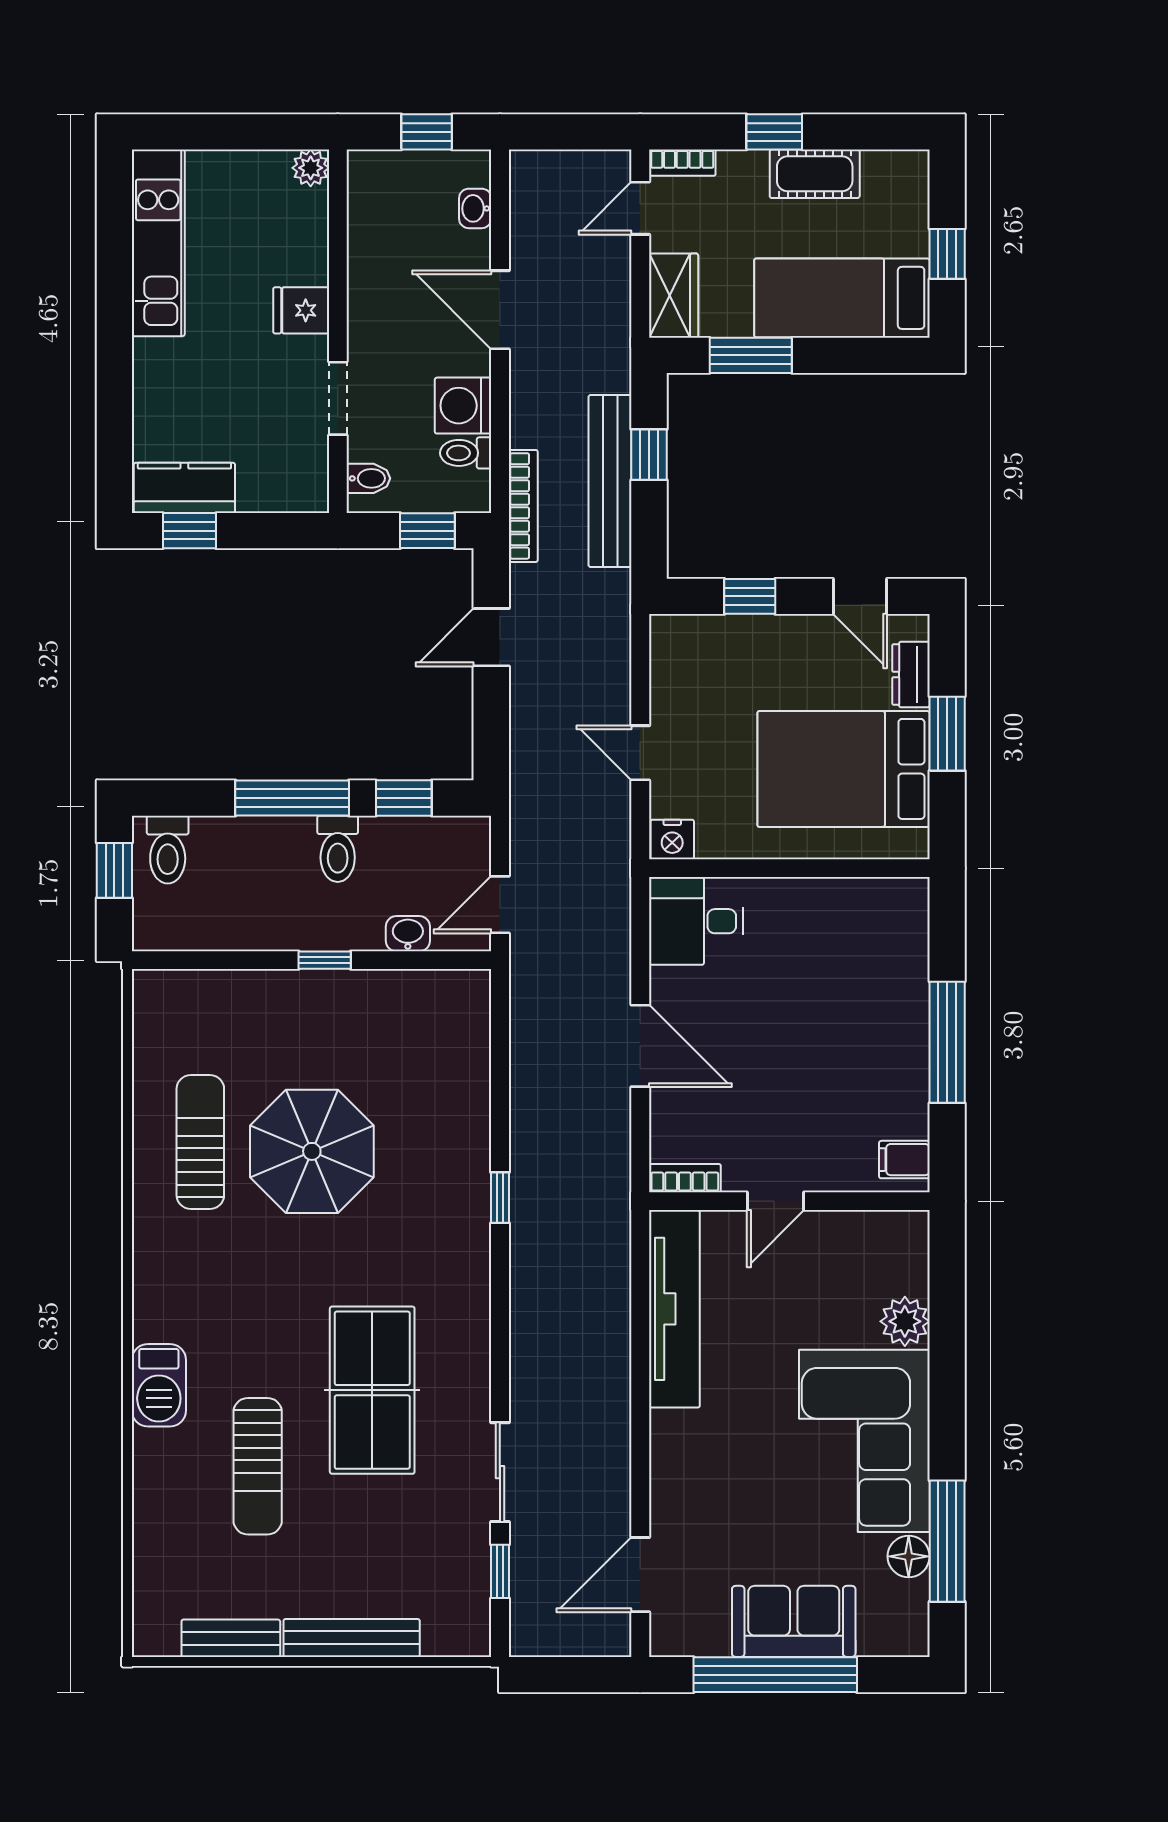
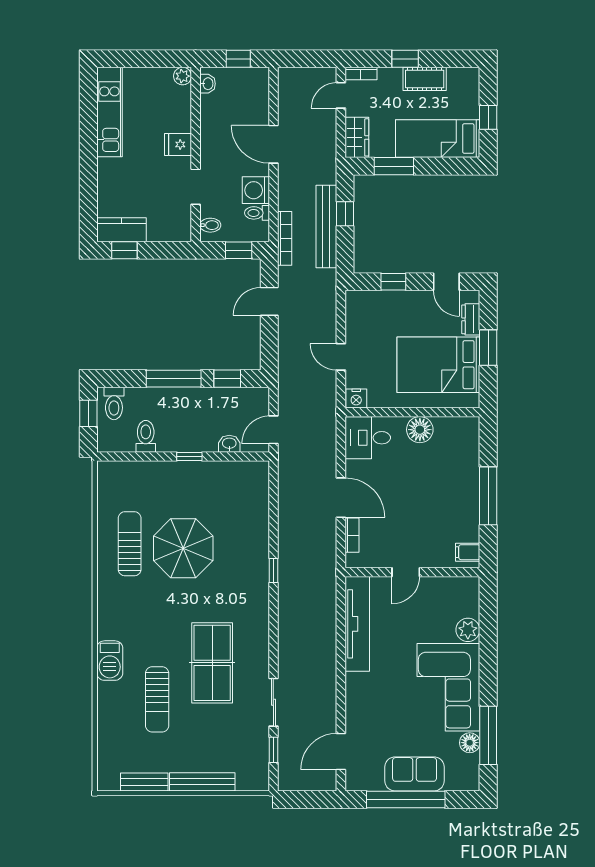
washbasin: (475, 208) -> (208, 84), moved, turned 180
toilet: (338, 849) -> (146, 436), moved, turned 180
floor lamp: (805, 904) -> (420, 430), added
bookcase: (685, 1178) -> (352, 535), moved, turned 90

